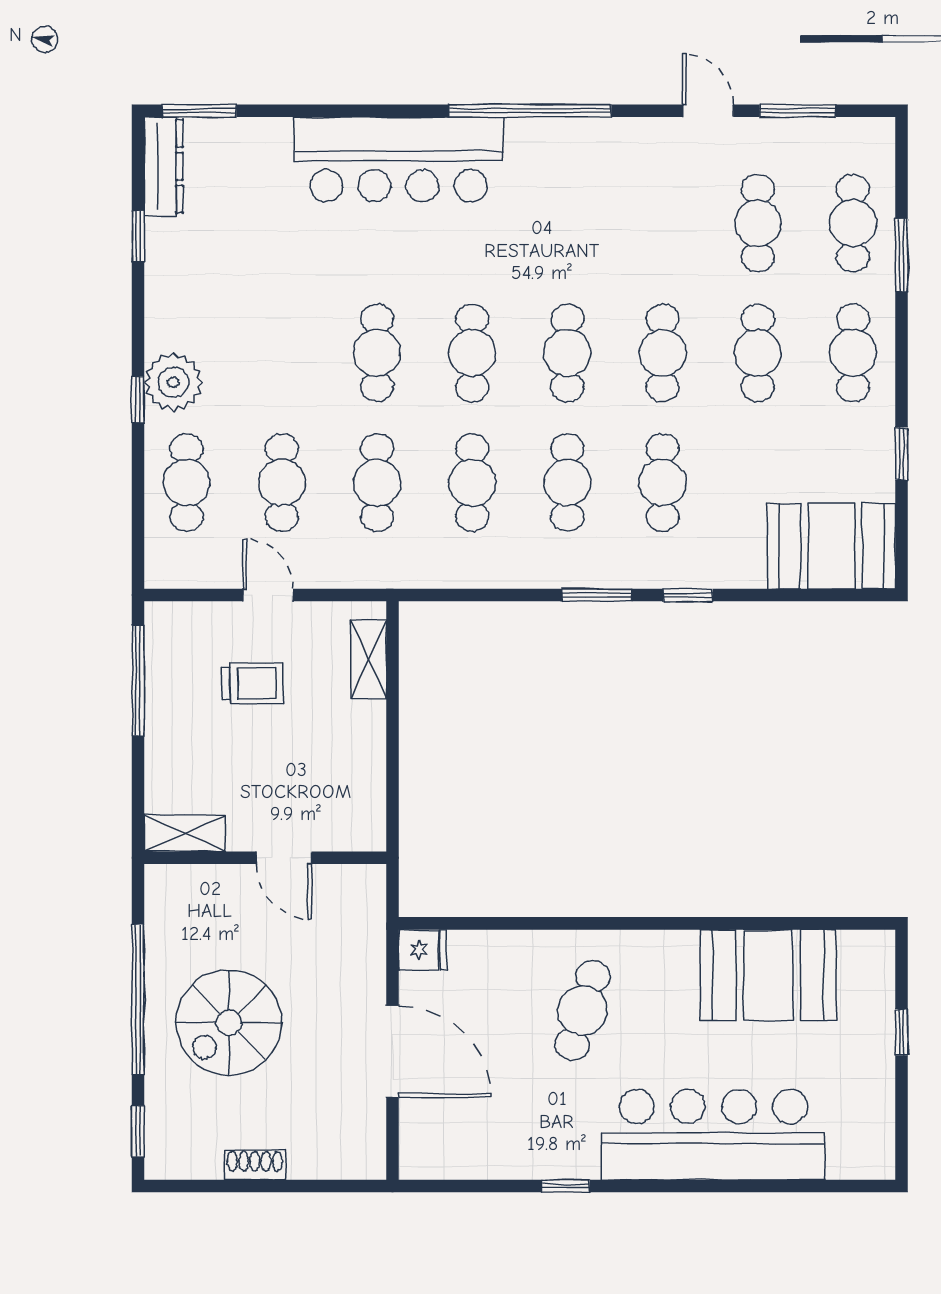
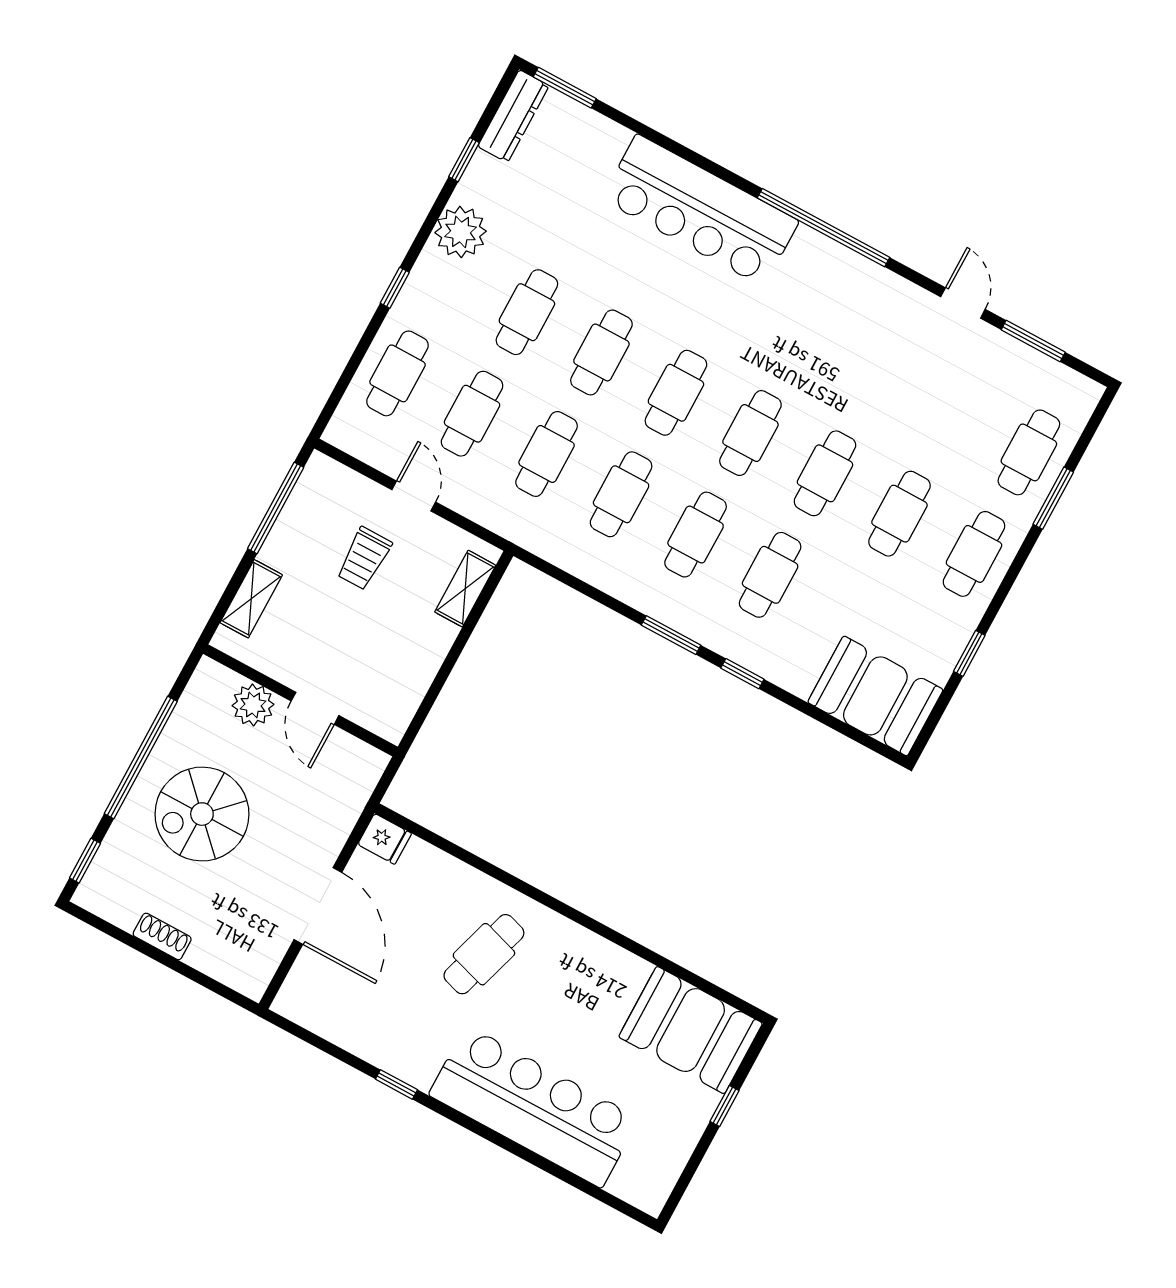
cafe table: (758, 223) -> (527, 312), moved
plant: (173, 382) -> (461, 232), moved
trolley: (252, 683) -> (364, 558), turned 90
shelving: (185, 833) -> (251, 599), moved, turned 90
plant: (221, 888) -> (253, 705), added
booth: (768, 975) -> (691, 1030), moved

